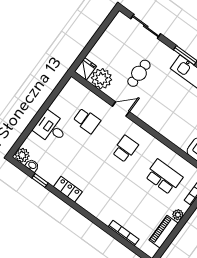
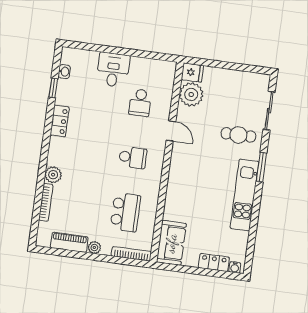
cafe table: (139, 73) -> (238, 135), moved
plant: (22, 155) -> (53, 175), moved

